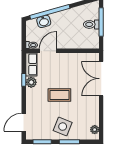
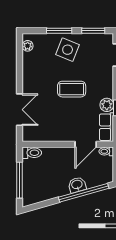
washbasin: (44, 21) -> (77, 185), moved
toilet: (91, 24) -> (32, 153), moved
double door: (101, 79) -> (20, 110), width x0.73

